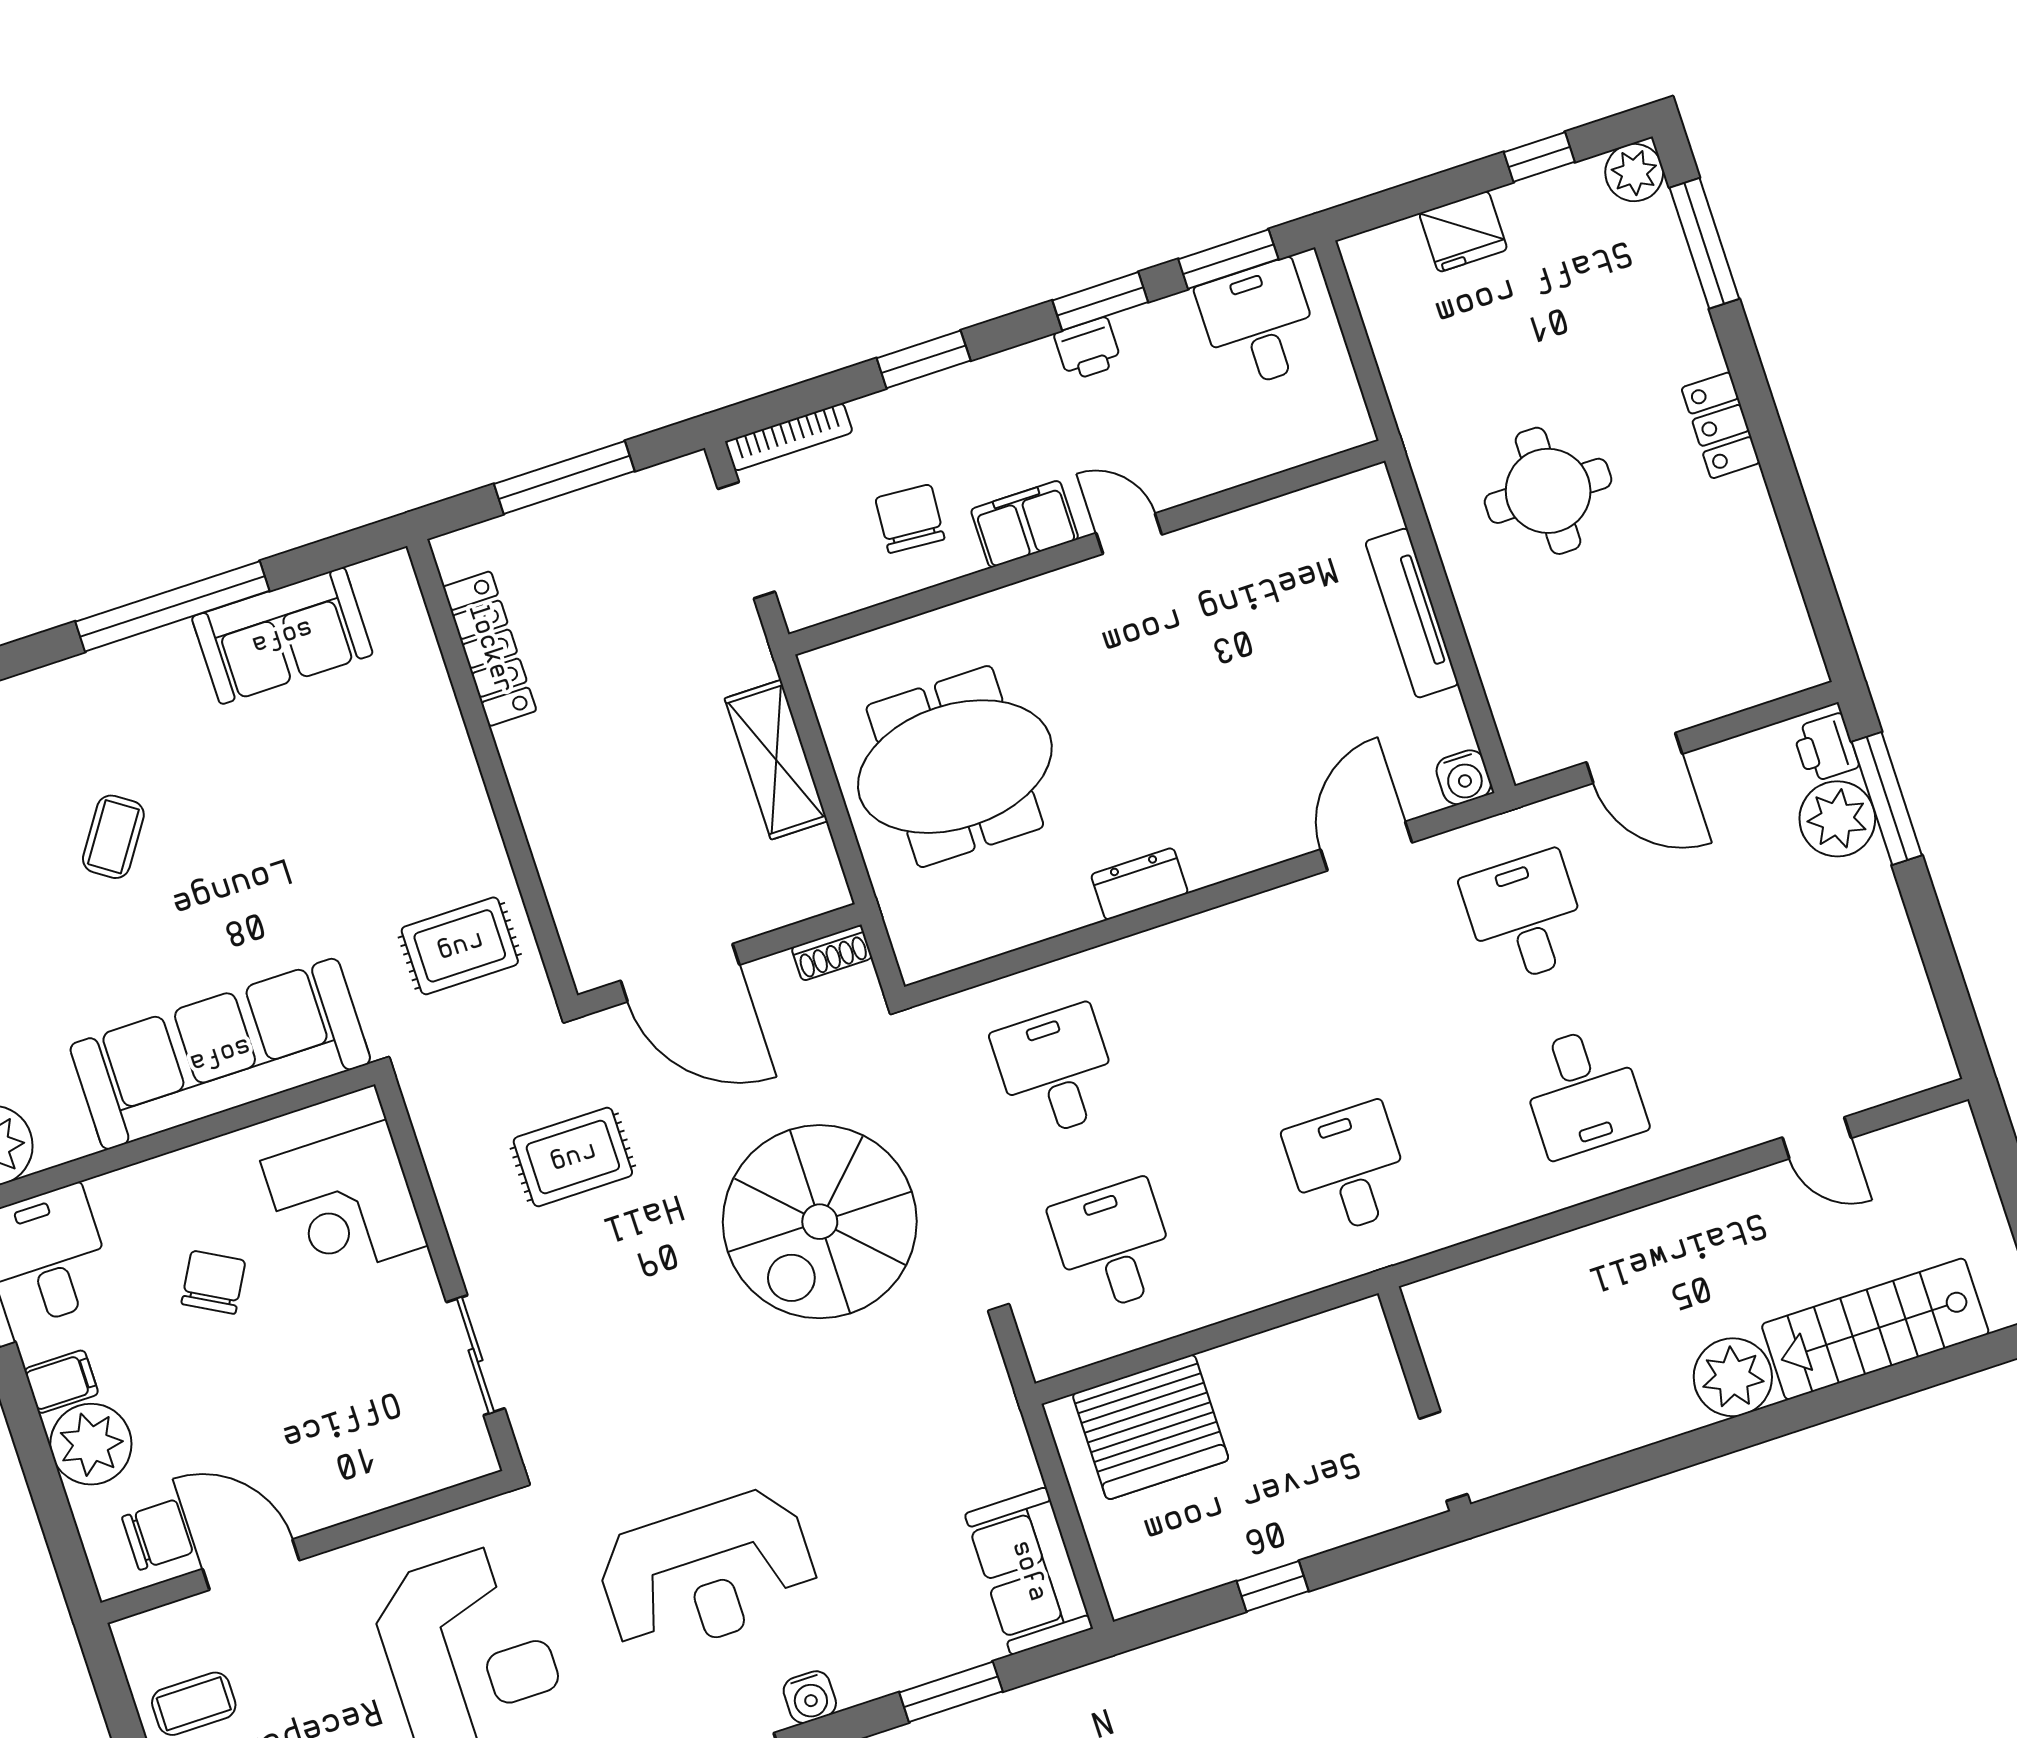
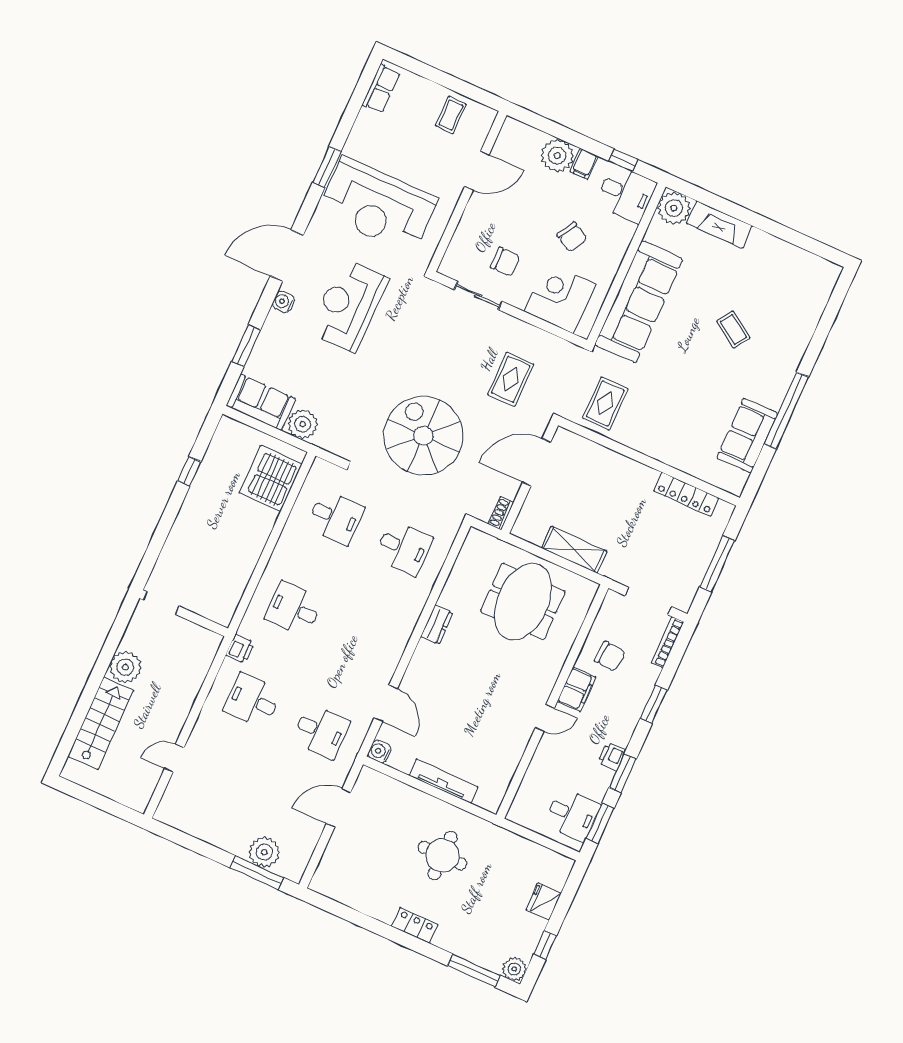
printer: (1826, 748) -> (240, 649), moved, turned 90
desk: (1348, 1169) -> (294, 609), turned 180
wall: (1424, 1399) -> (184, 613), moved
doorway: (1443, 1456) -> (161, 603), moved
plant: (999, 1459) -> (303, 424), added
chair: (157, 1535) -> (505, 262), moved, turned -90

